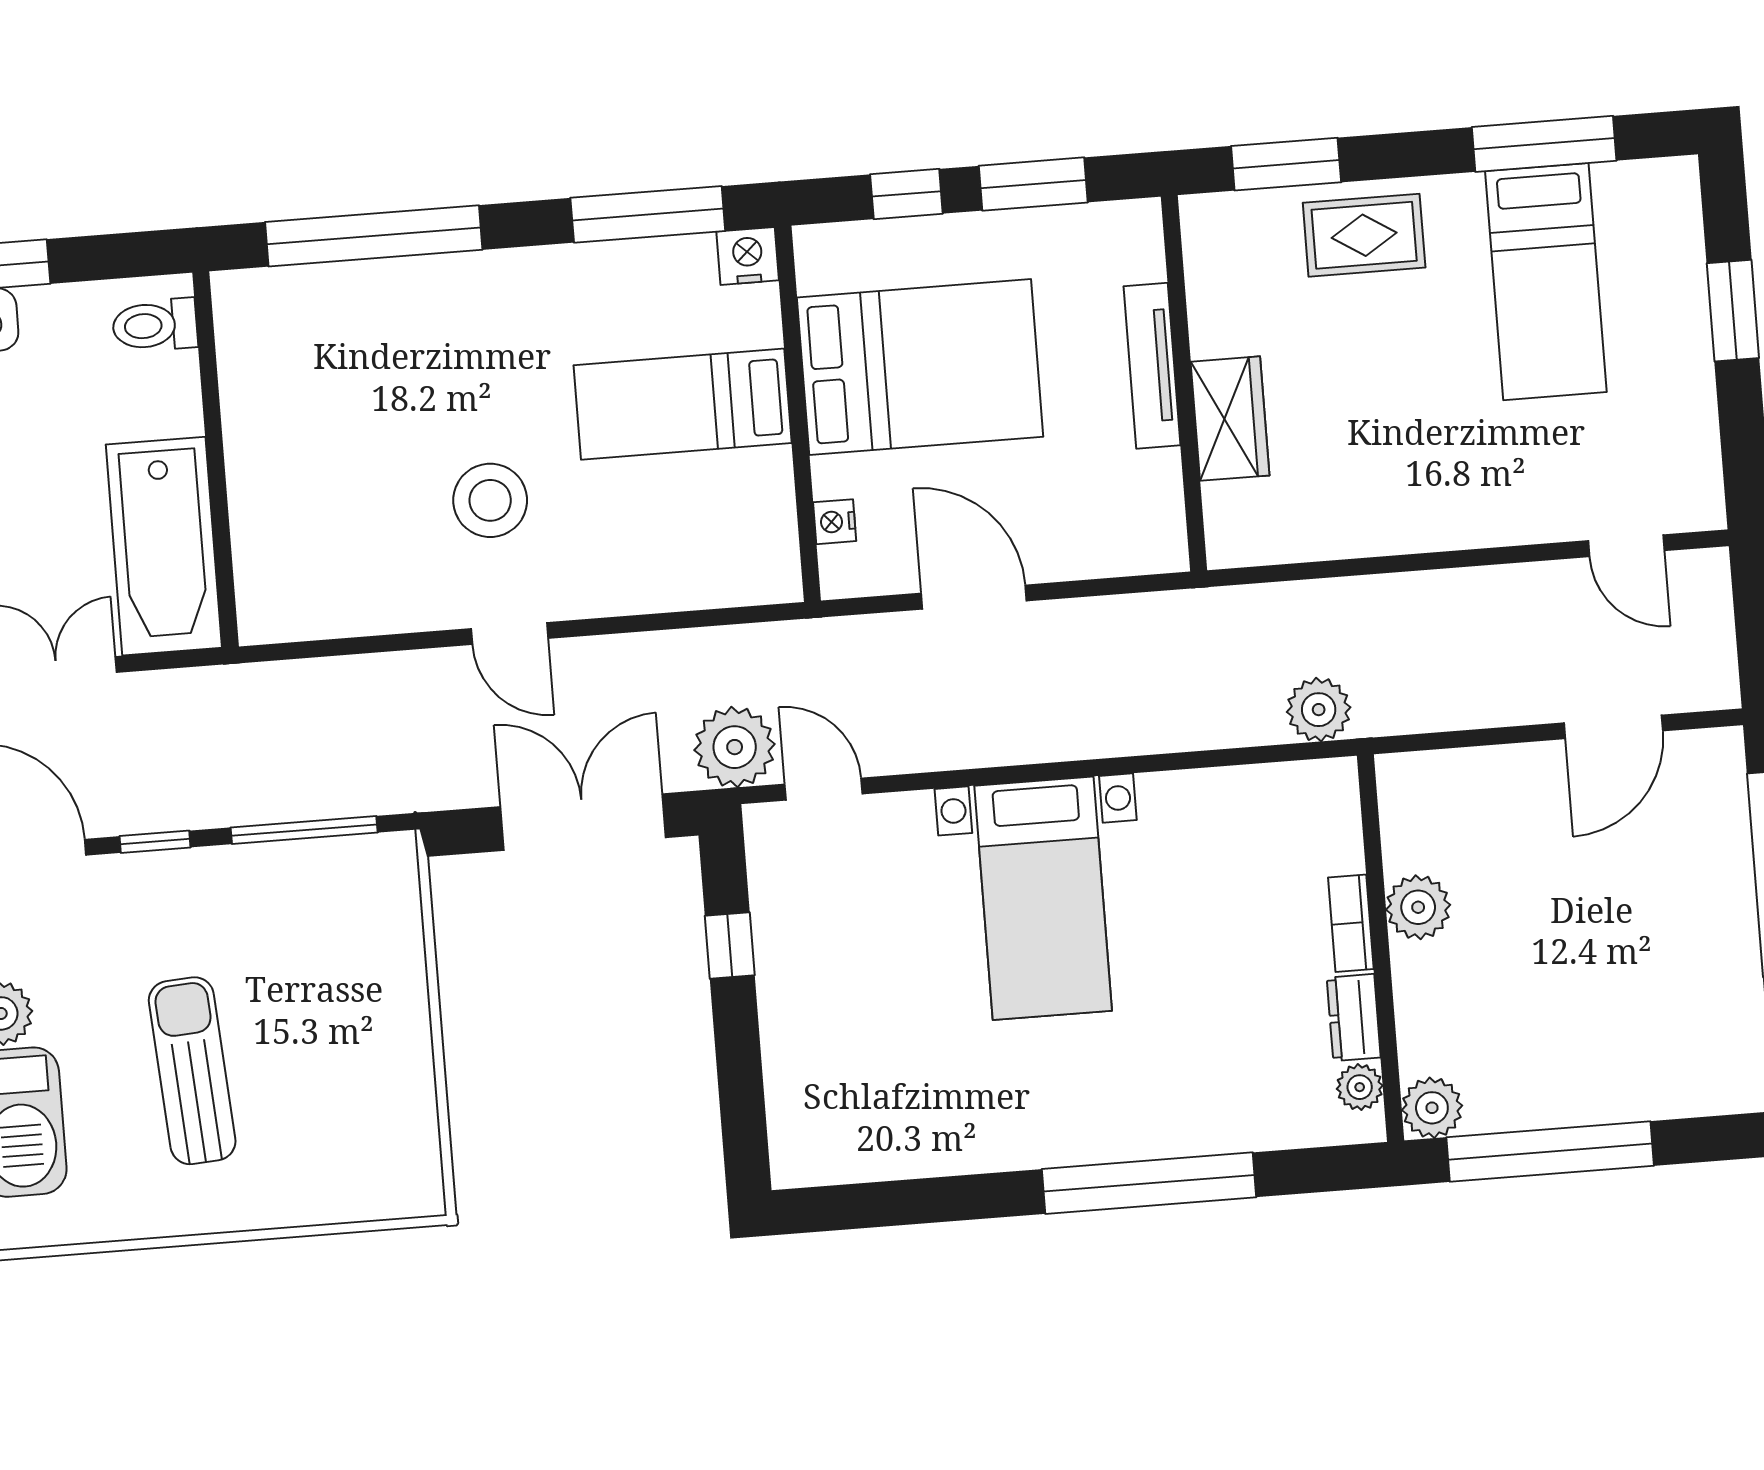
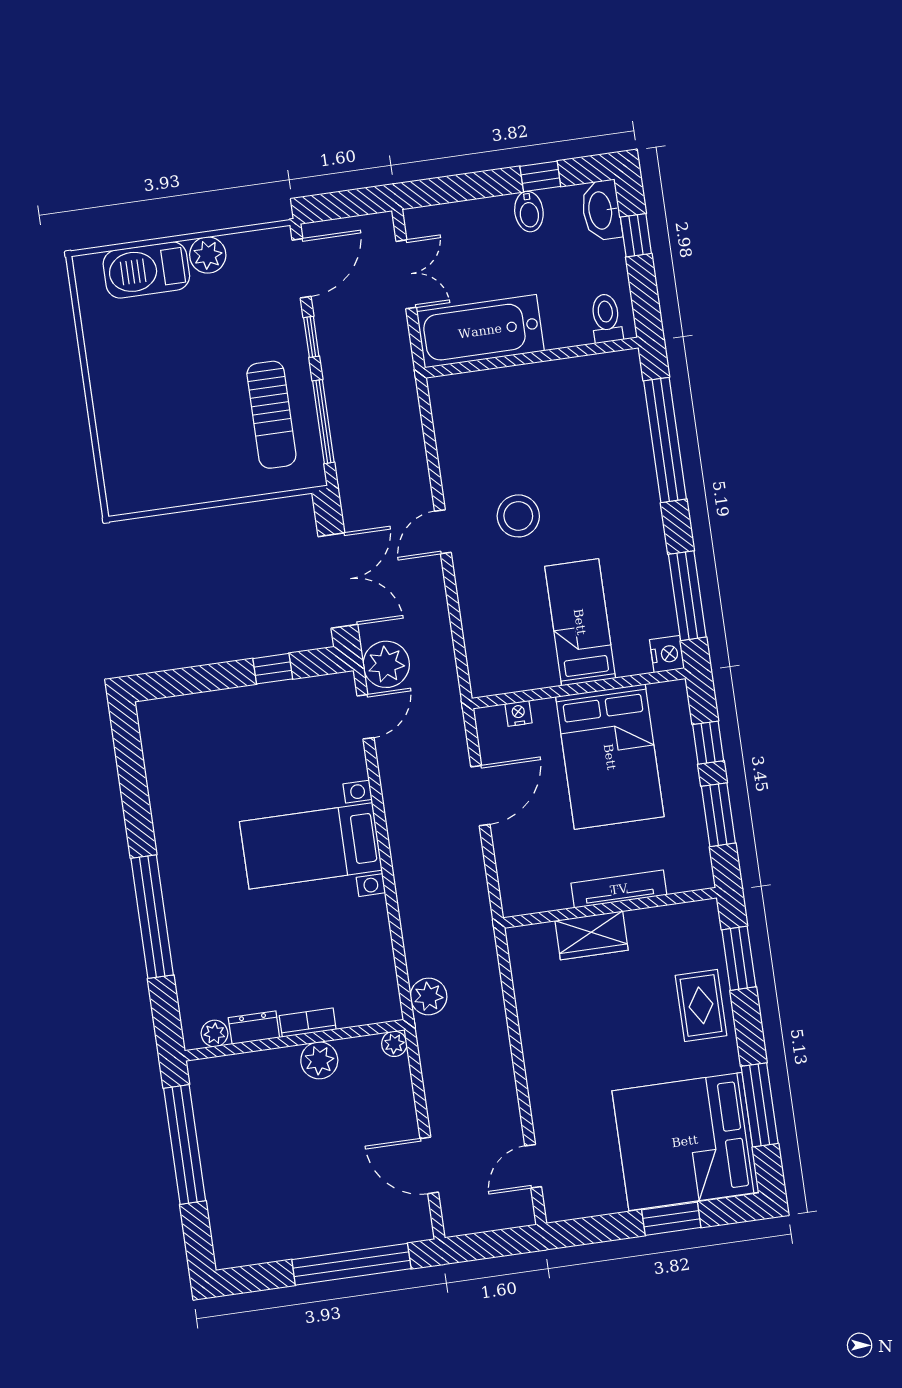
bed: (1546, 282) -> (685, 1141), width x2.04
sun lounger: (192, 1071) -> (271, 415), moved, turned 94
plant: (1432, 1108) -> (394, 1044), moved, width x0.73, depth x0.73

